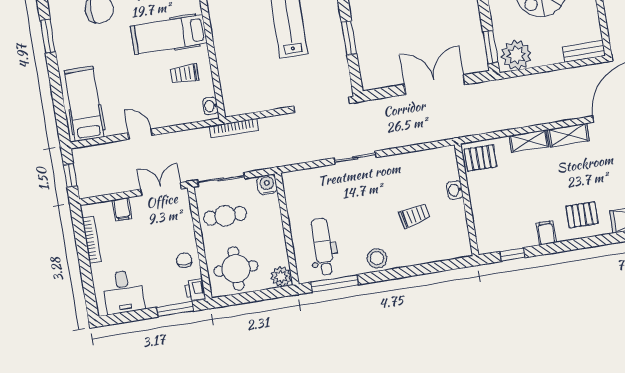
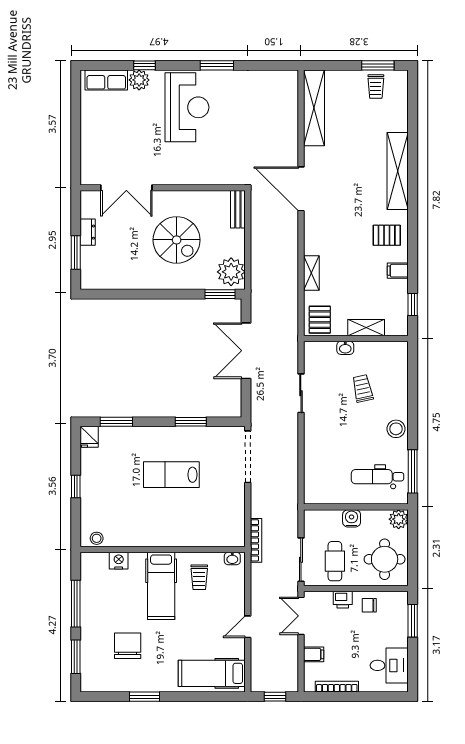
shelving: (568, 135) -> (366, 328), moved, turned 90
sliding door: (355, 158) -> (301, 393), moved
water cooler: (267, 184) -> (352, 518), moved, turned 90
pallet: (582, 215) -> (387, 235), turned 90
printer: (195, 290) -> (343, 600), moved

